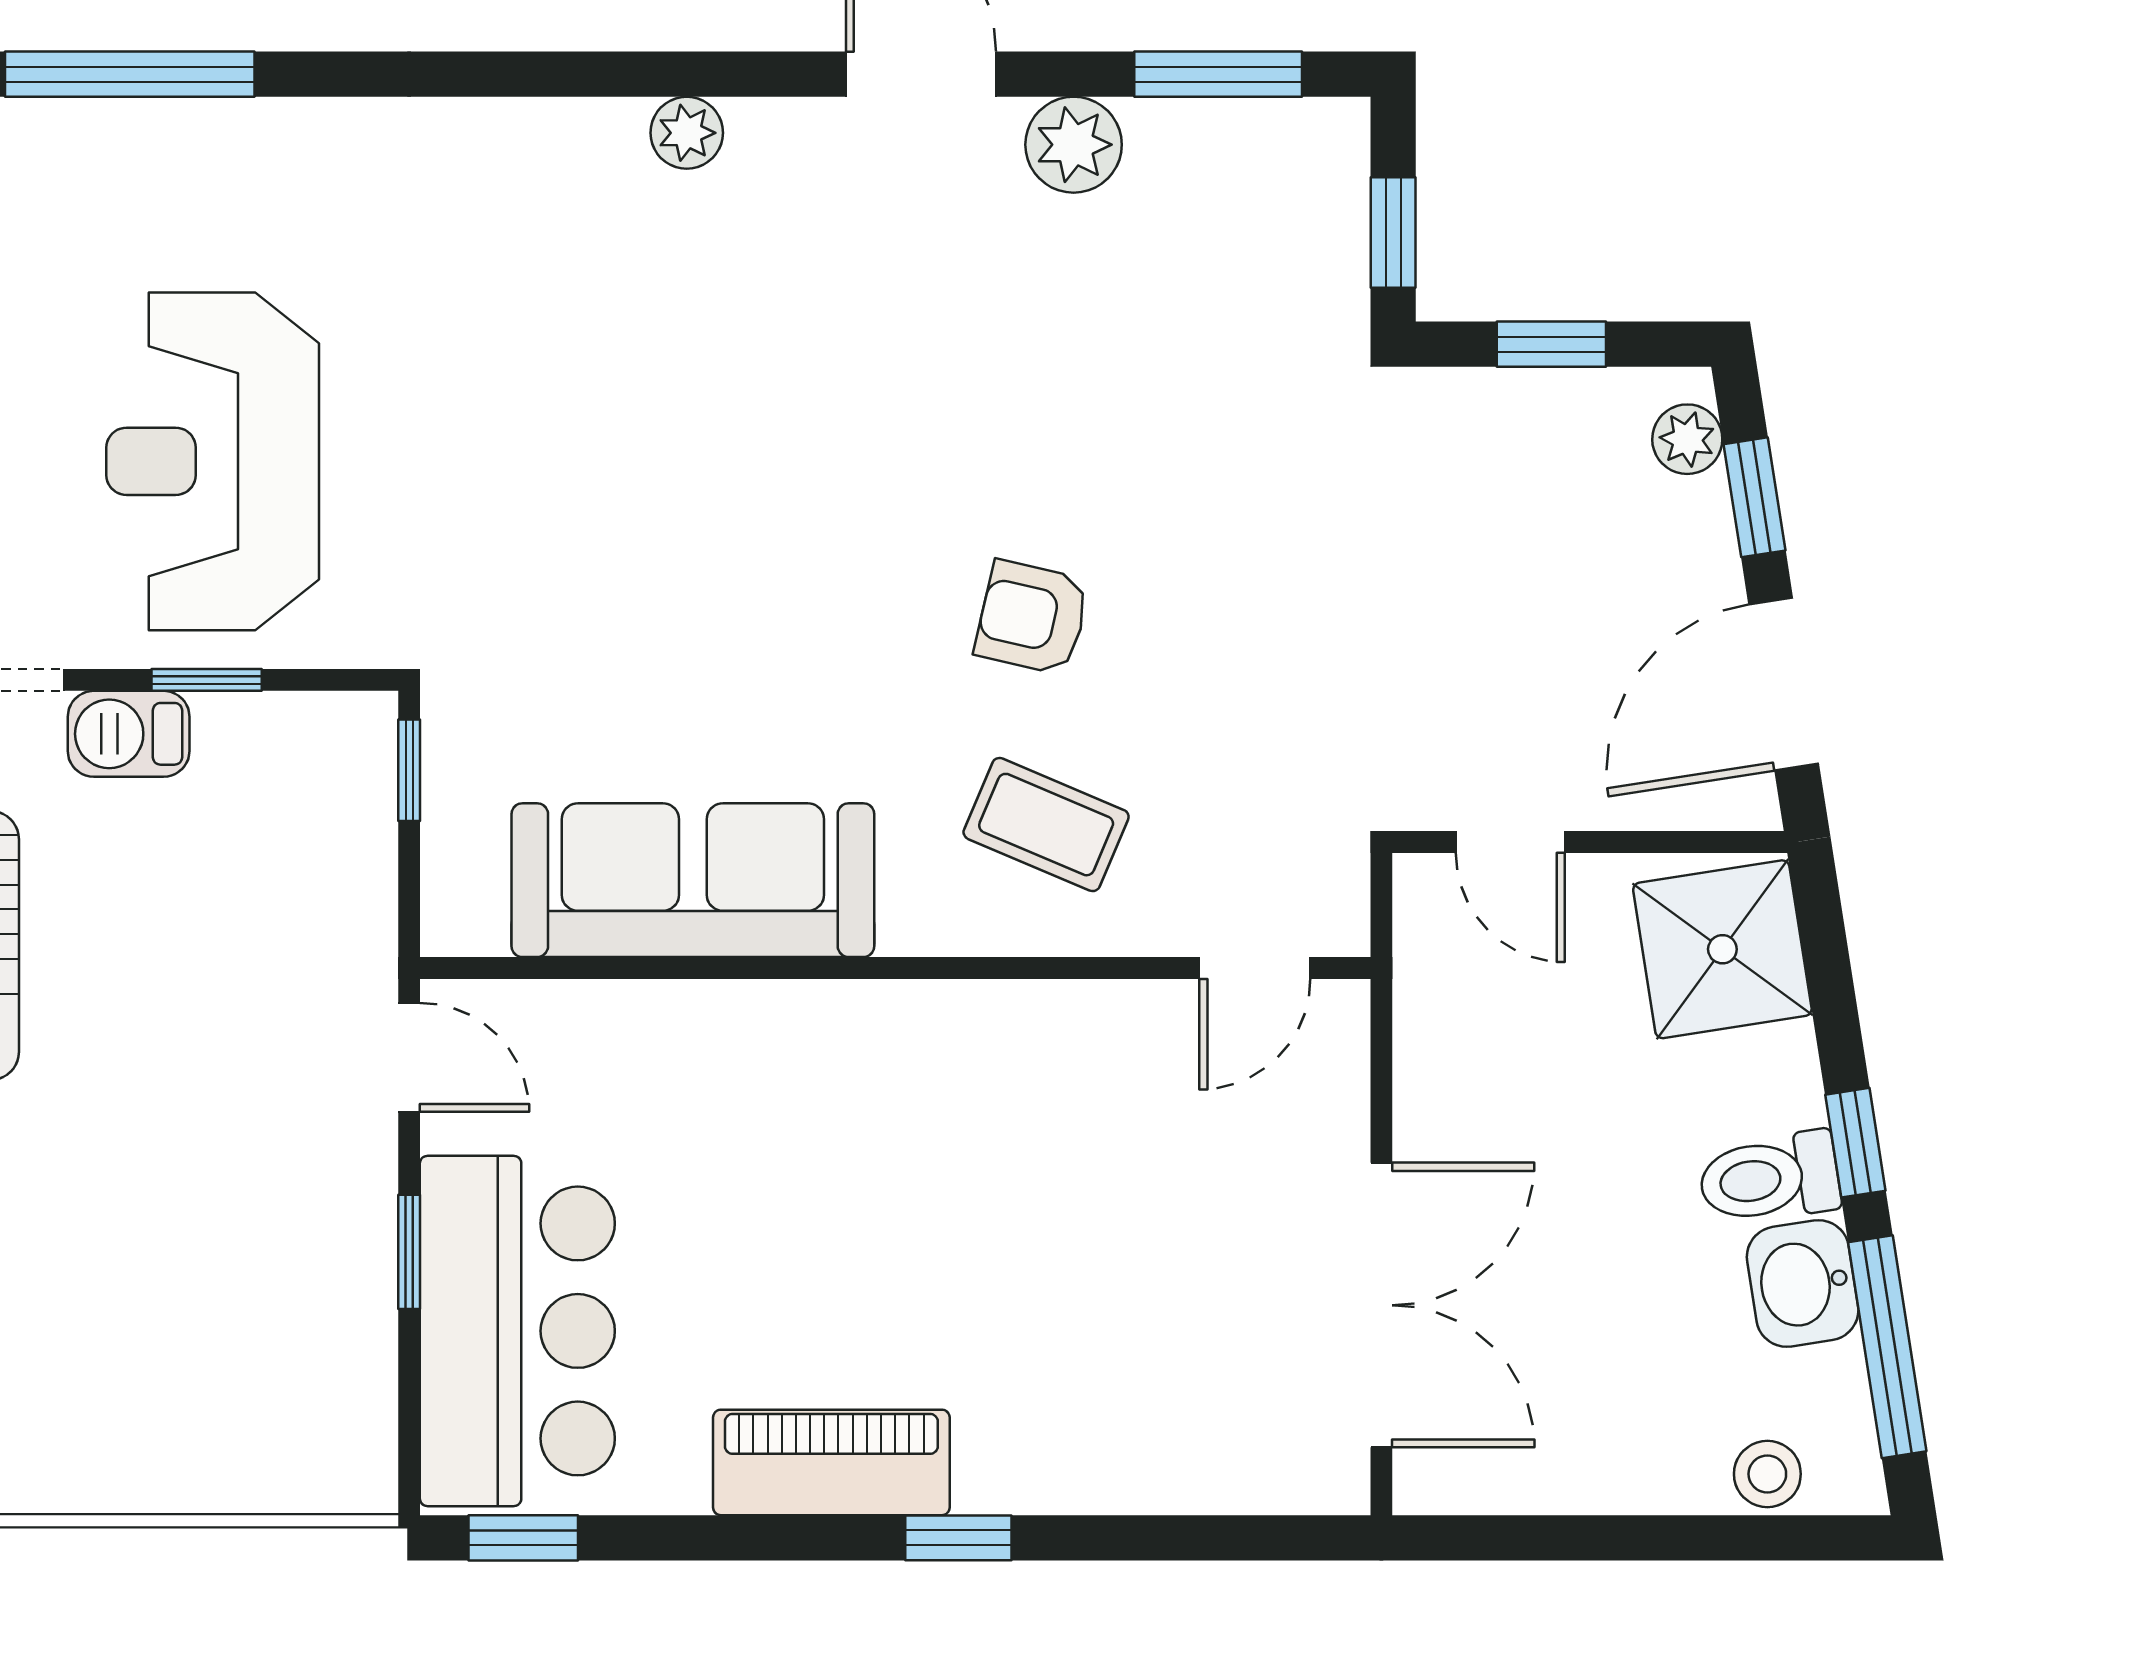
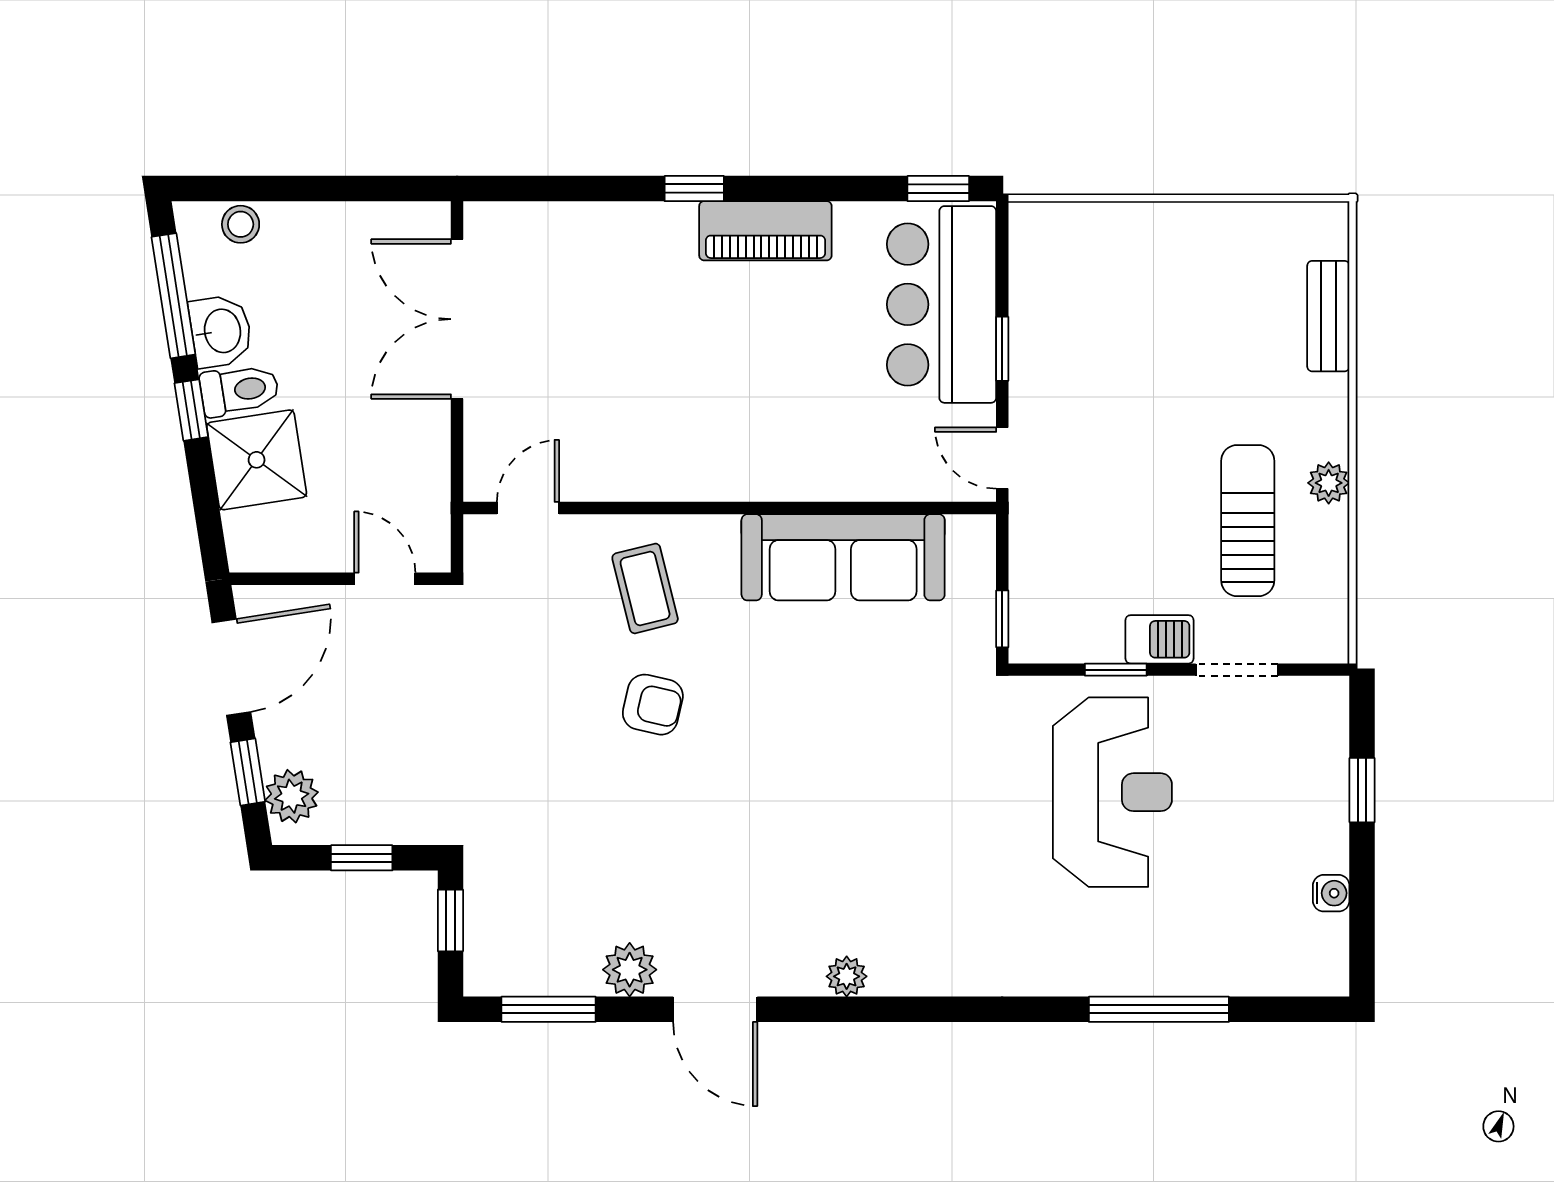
plant: (1687, 439) -> (292, 796), width x1.38, depth x1.38
coffee table: (1046, 825) -> (645, 588), turned 53
shower: (1722, 949) -> (257, 460), moved

